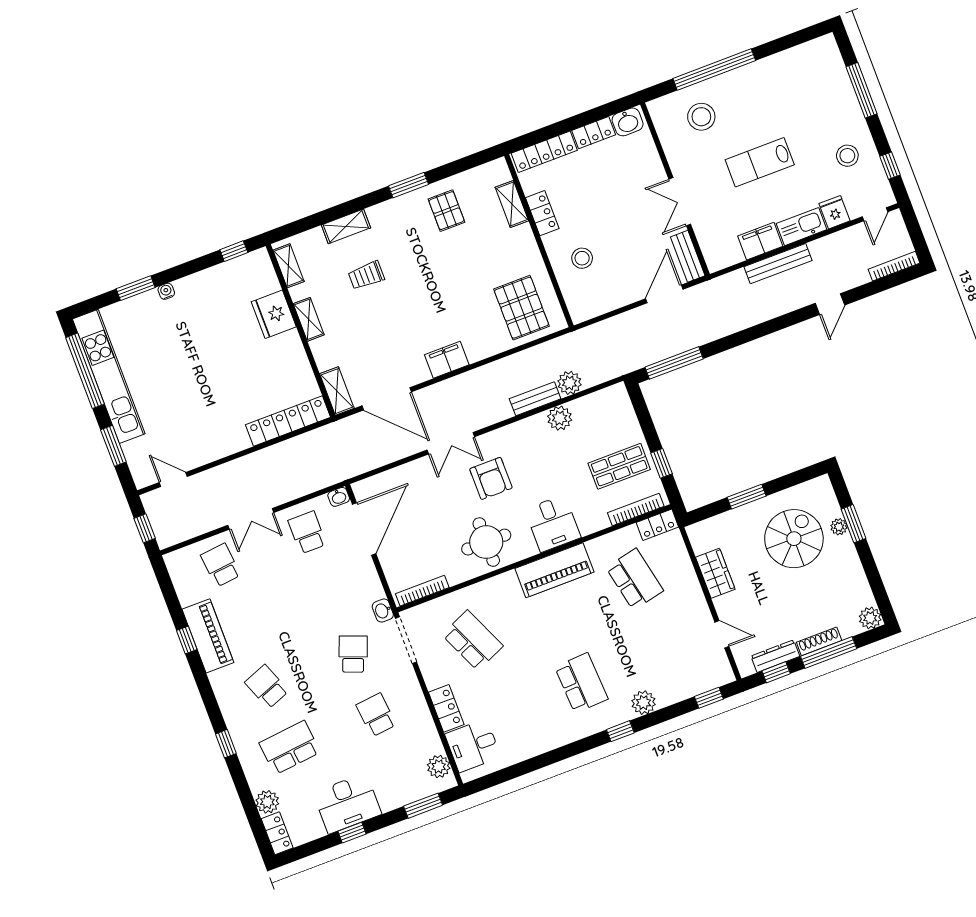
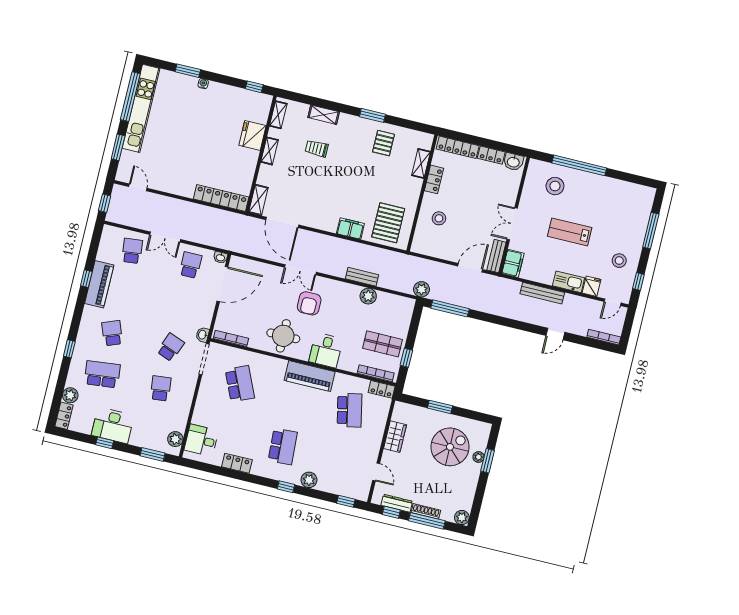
filing cabinet: (760, 241) -> (513, 263), moved, turned 90
filing cabinet: (447, 360) -> (350, 229), moved
plant: (569, 383) -> (422, 289), moved
locker: (446, 708) -> (237, 463), moved, turned -90

